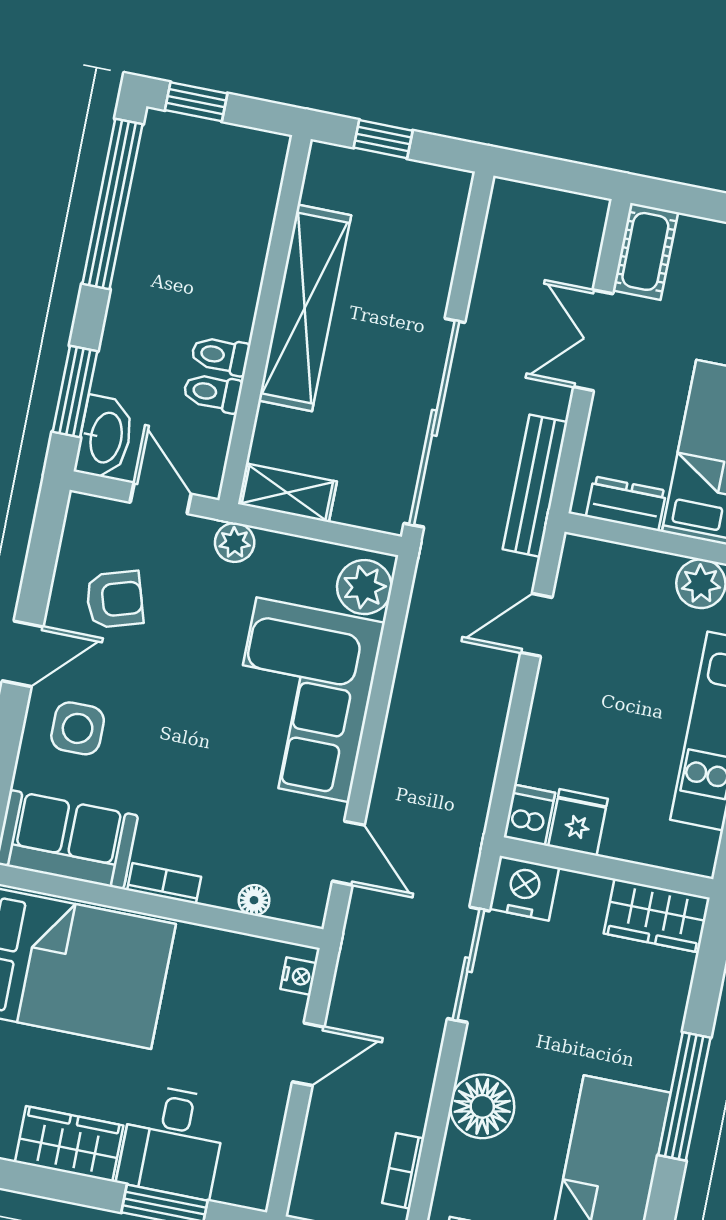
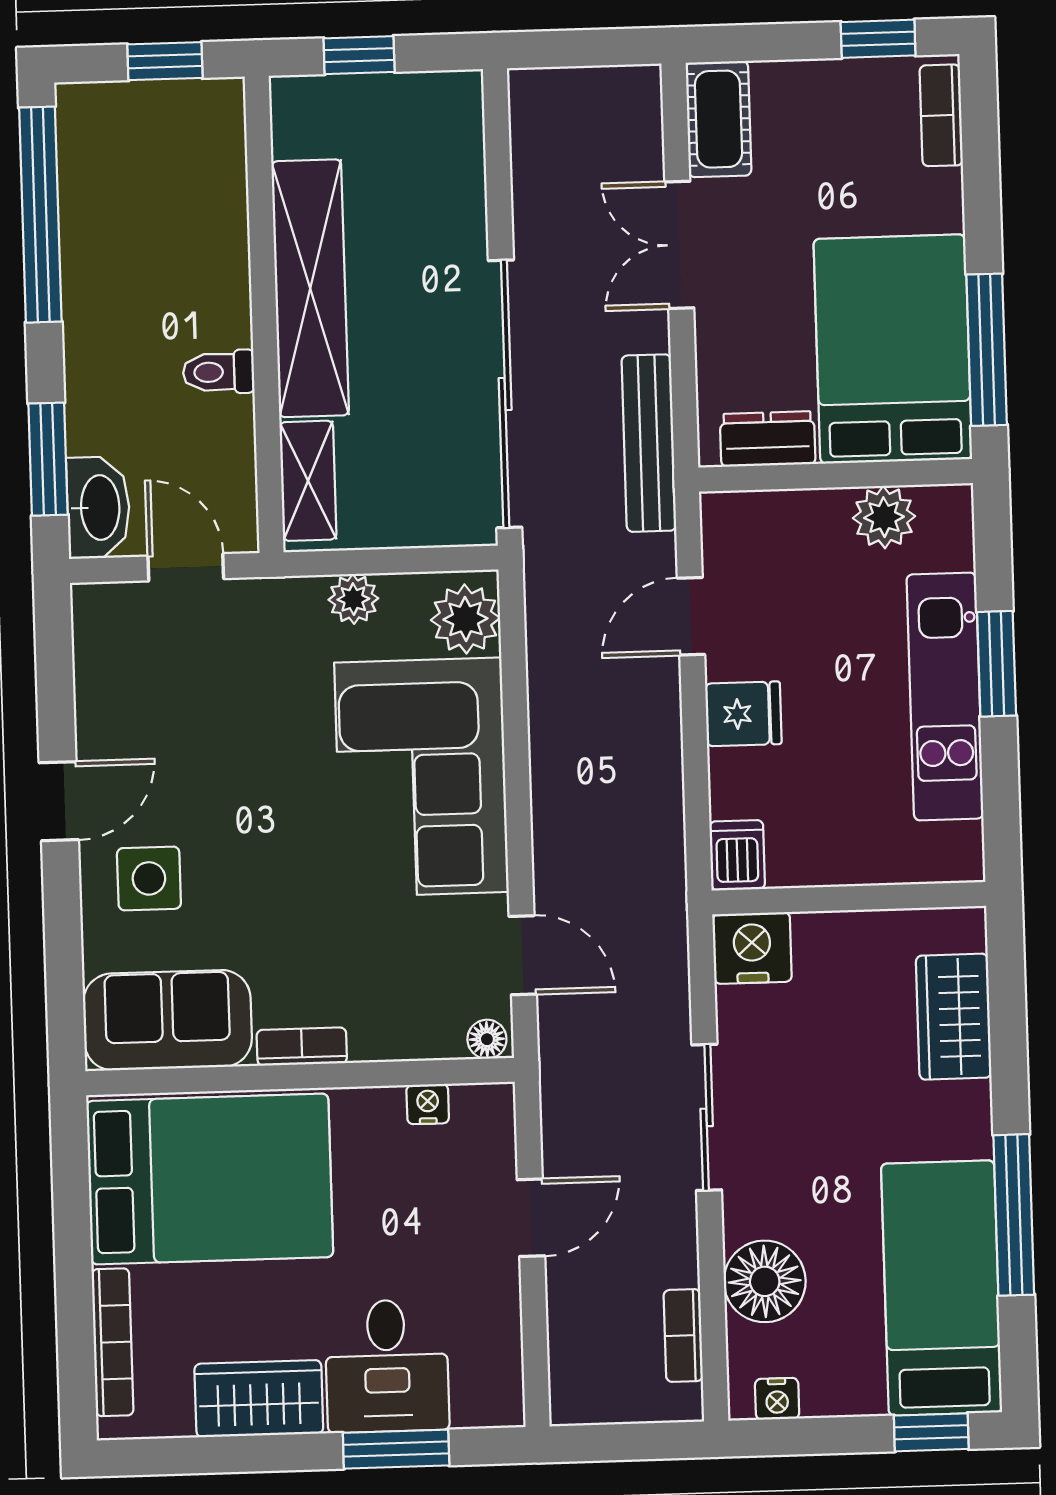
window: (196, 102) -> (165, 61), moved
toilet: (213, 392) -> (220, 420), removed
shelving: (287, 493) -> (308, 481), moved, turned 90
plant: (235, 542) -> (353, 599), moved
armchair: (115, 600) -> (158, 707), removed
fridge: (578, 822) -> (743, 714), moved, turned 90
floor lamp: (254, 900) -> (487, 1039), moved
wardrobe: (657, 916) -> (954, 1017), moved, turned 90
sliding door: (469, 965) -> (707, 1117), moved
nightstand: (299, 976) -> (428, 1104), moved, turned -90
window: (684, 1096) -> (1014, 1215), moved
floor lamp: (482, 1106) -> (765, 1281), moved

